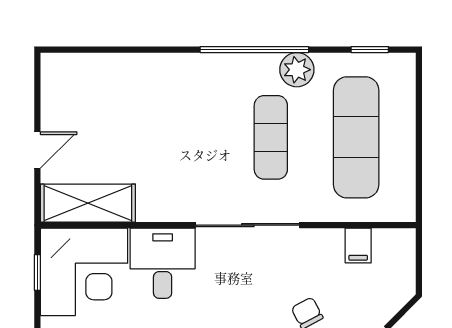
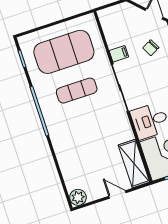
plant: (297, 70) -> (78, 197), moved
exercise mat: (356, 137) -> (64, 52), width x1.47
filing cabinet: (358, 246) -> (119, 54), moved

